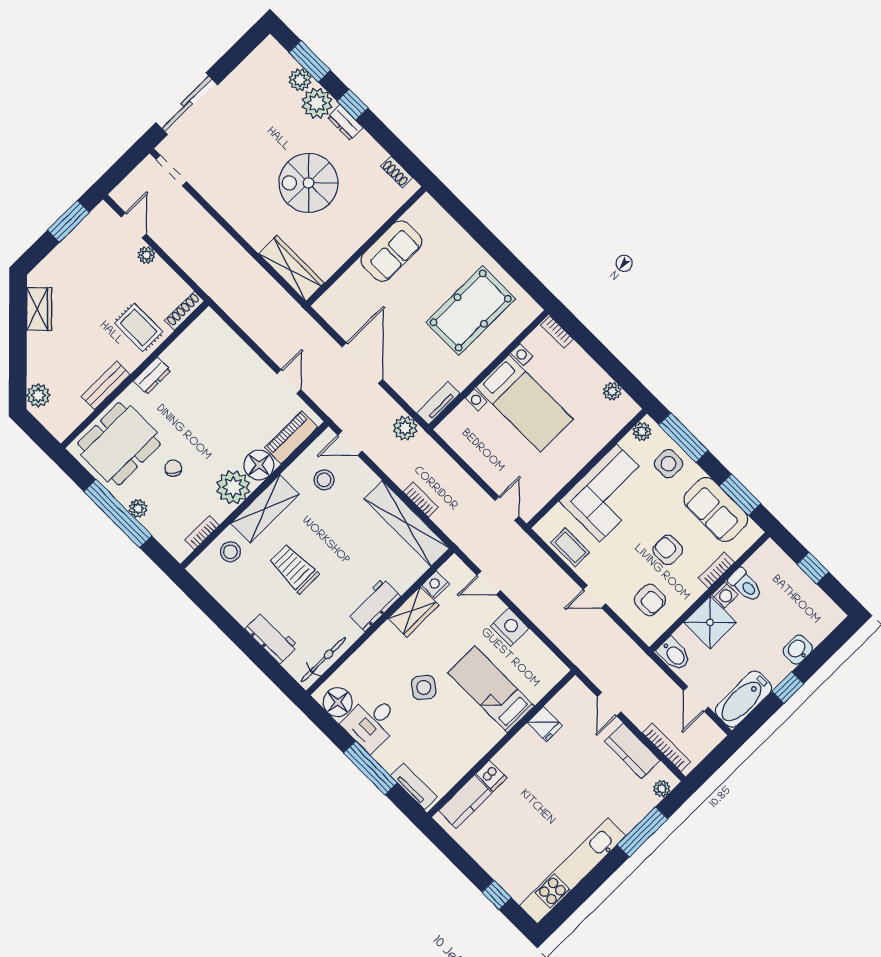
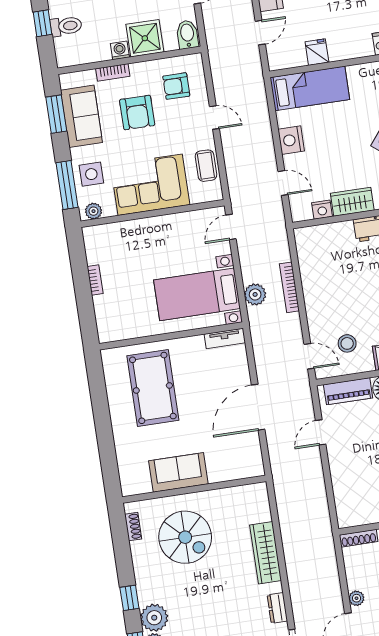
dresser: (345, 123) -> (277, 608), moved, turned 180
spiral stairs: (309, 183) -> (185, 537), moved
wardrobe: (291, 268) -> (266, 553), moved
pool table: (471, 311) -> (153, 388), turned 90
bookcase: (557, 332) -> (95, 280), moved
plant: (612, 391) -> (94, 256), removed
bed with nightstands: (525, 403) -> (197, 294), moved, turned -90
plant: (405, 428) -> (255, 294), moved
bookcase: (421, 500) -> (289, 287), width x1.56
shelving: (407, 523) -> (311, 269), removed
armchair: (668, 550) -> (137, 113), width x1.38, depth x1.38
toilet: (745, 585) -> (66, 26), moved, turned 90
armchair: (650, 600) -> (176, 86), turned -90
bed: (491, 689) -> (310, 88), moved, turned -90

